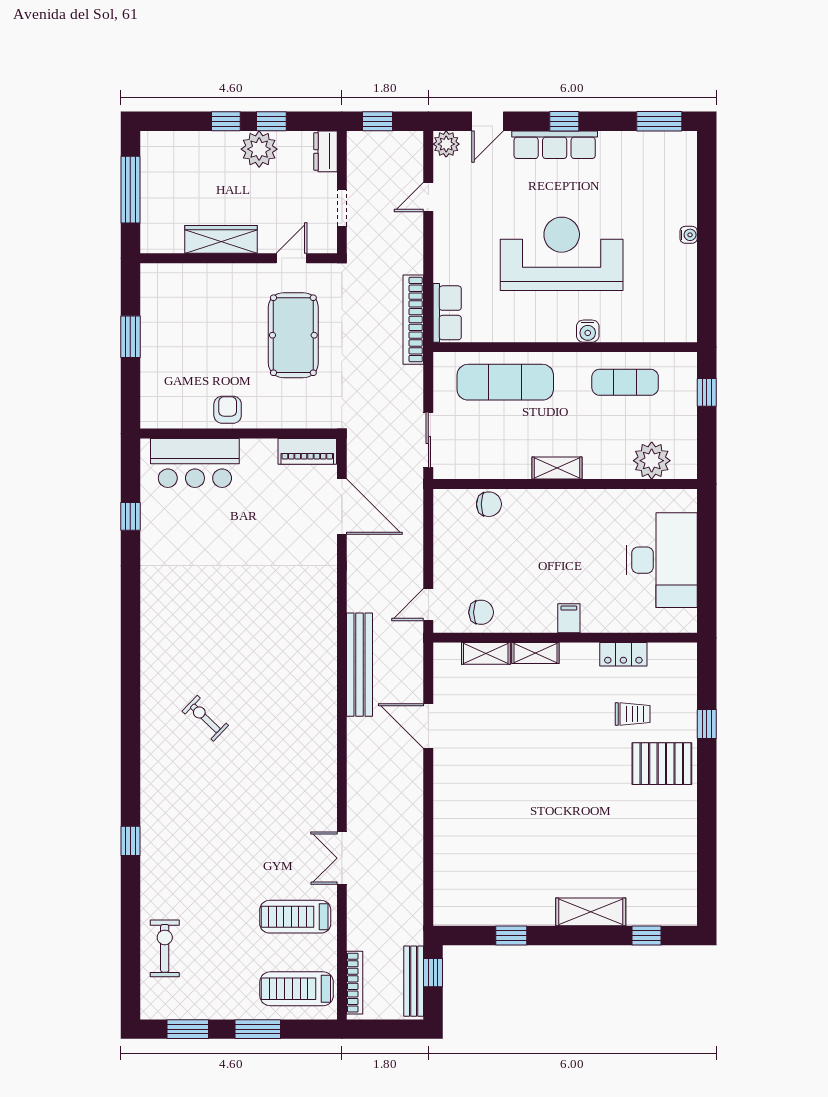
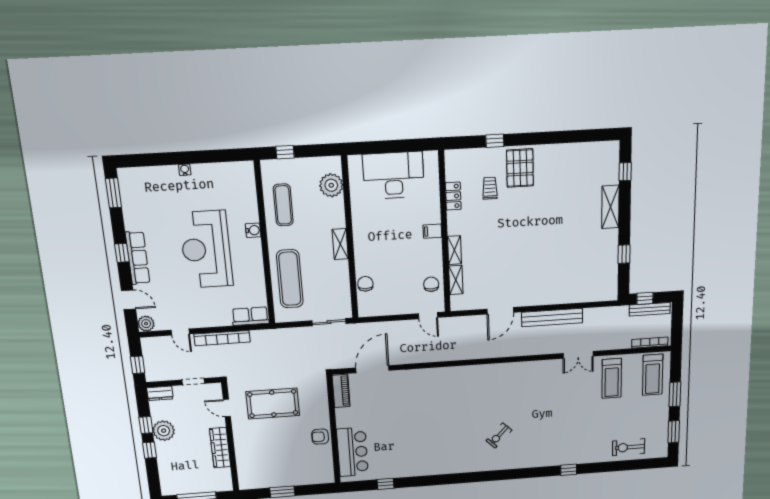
bookcase: (413, 320) -> (222, 338), moved
bench: (359, 665) -> (552, 318), moved

